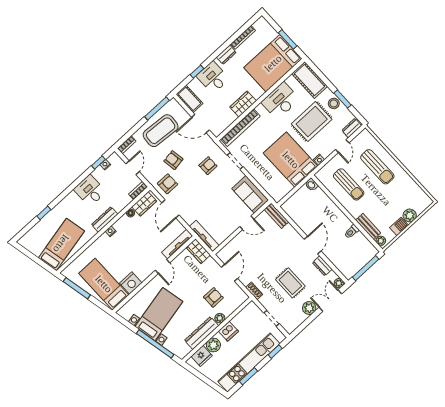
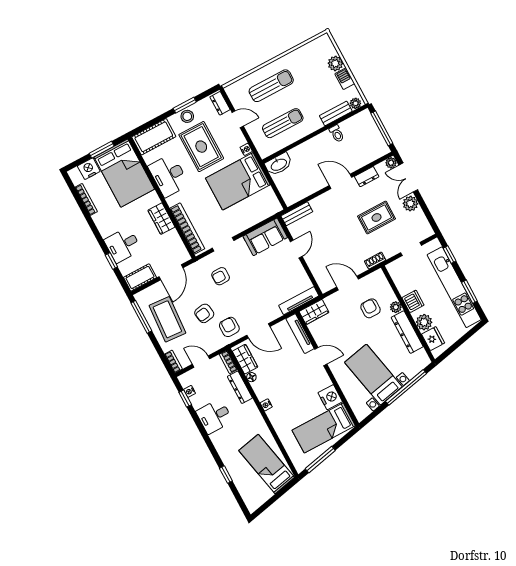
nightstand: (269, 33) -> (89, 169), added
dresser: (226, 55) -> (101, 223), removed
armchair: (208, 166) -> (221, 276), turned -90
washbasin: (311, 185) -> (279, 164), width x1.91, depth x1.45
dresser: (105, 219) -> (240, 387), moved

